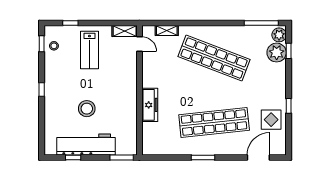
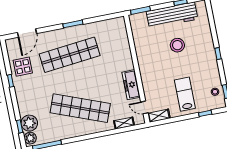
freezer: (150, 105) -> (131, 85), moved

